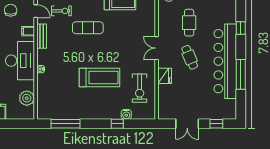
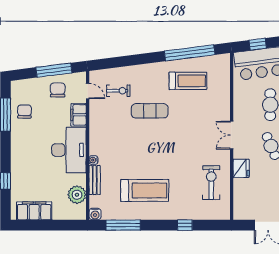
filing cabinet: (28, 31) -> (78, 115), width x2.00
bench: (42, 36) -> (95, 180), moved
treadmill: (100, 77) -> (145, 190), moved
exercise bike: (140, 88) -> (211, 183), turned 180
water cooler: (126, 114) -> (95, 214), moved

